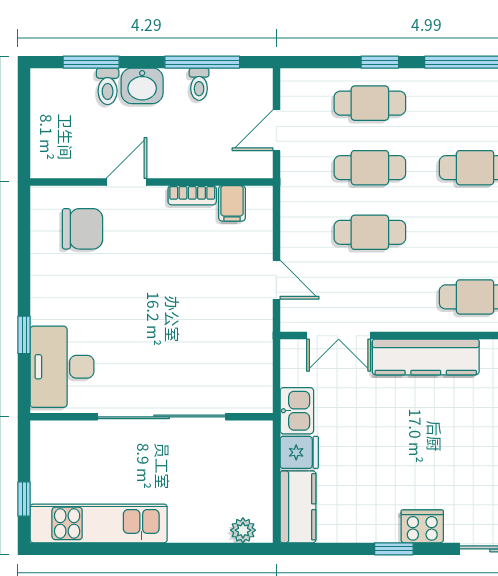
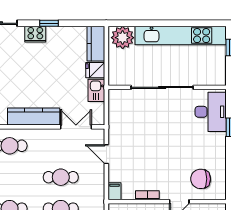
filing cabinet: (232, 203) -> (115, 191), moved
kitchen unit: (99, 523) -> (181, 36), width x1.36
plant: (243, 530) -> (123, 38), width x1.87, depth x1.87

